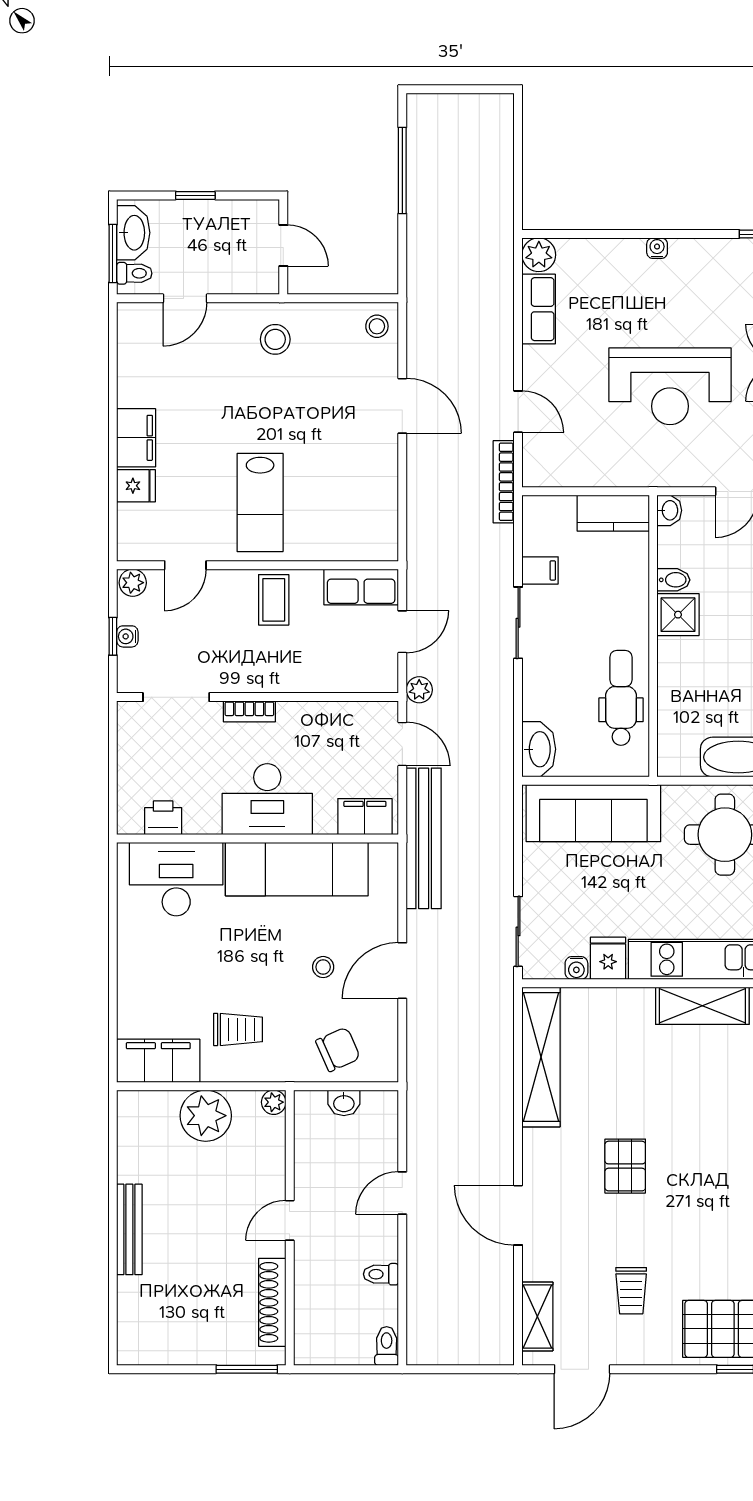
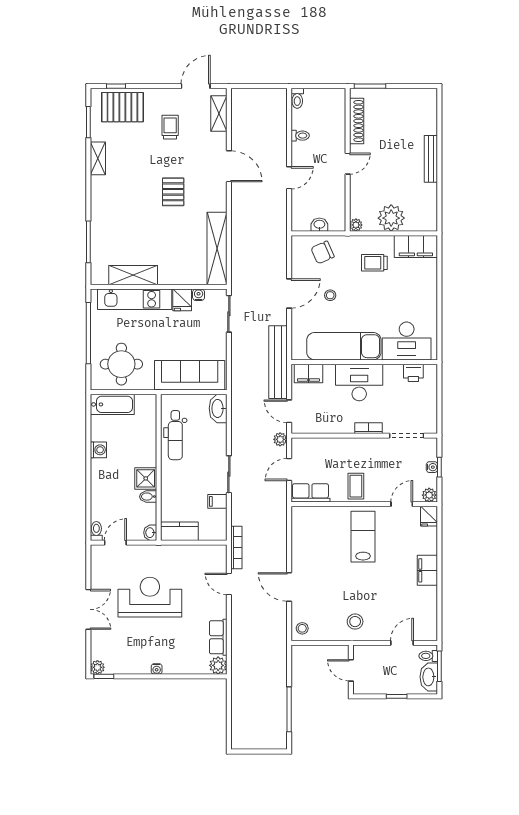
fridge: (136, 486) -> (429, 516), moved, turned -90

